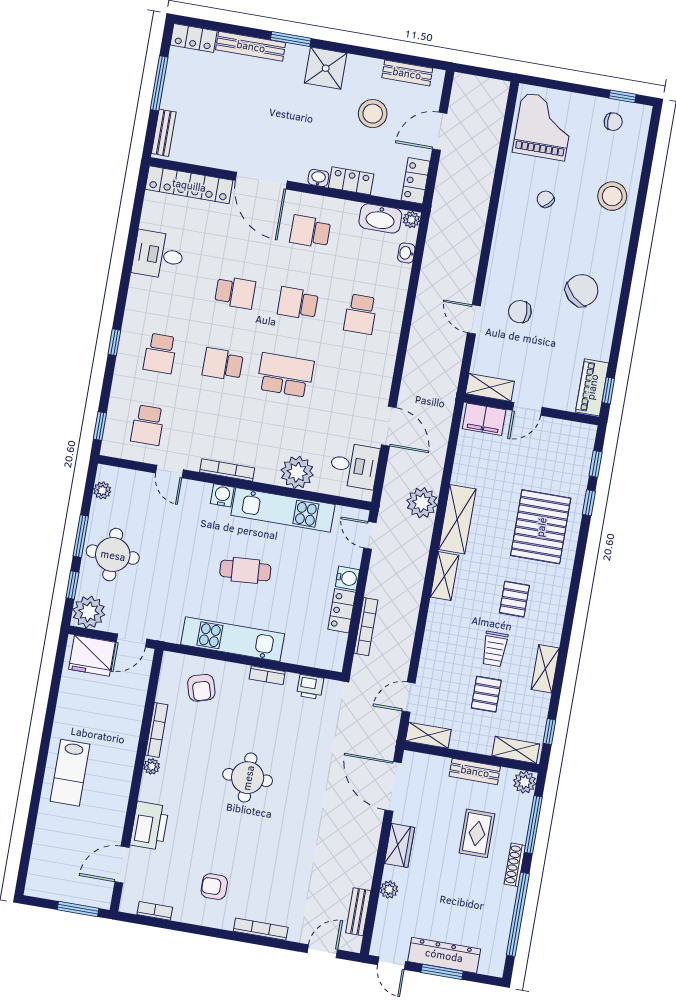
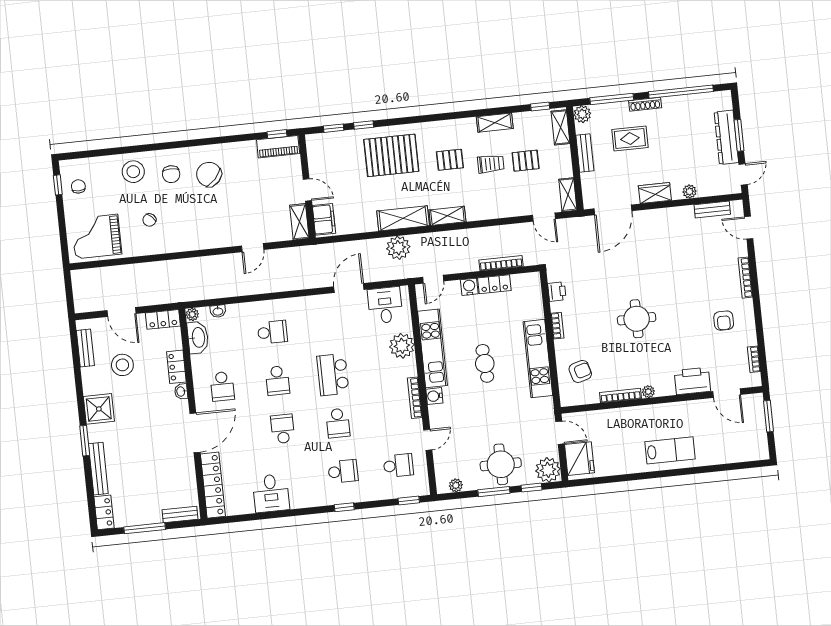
chair: (520, 312) -> (171, 174), moved

